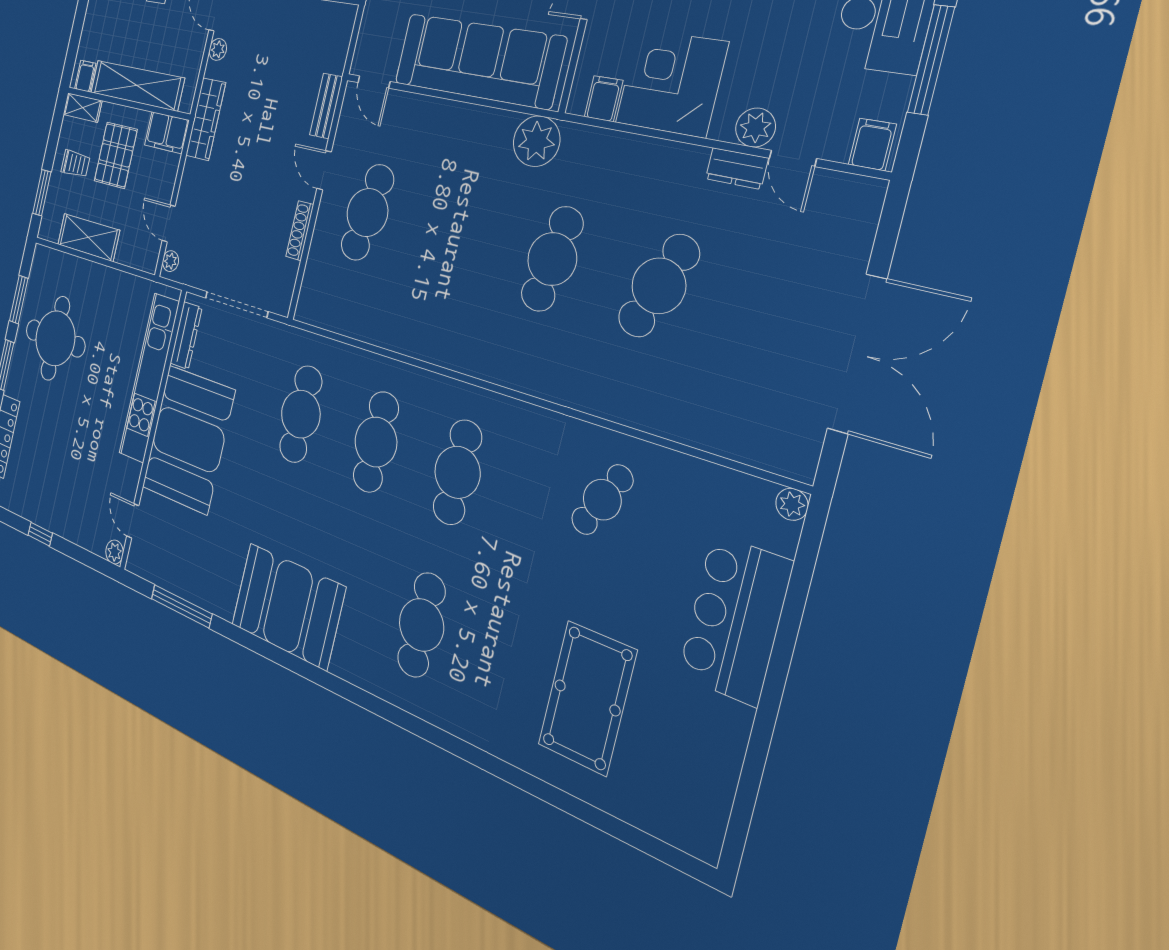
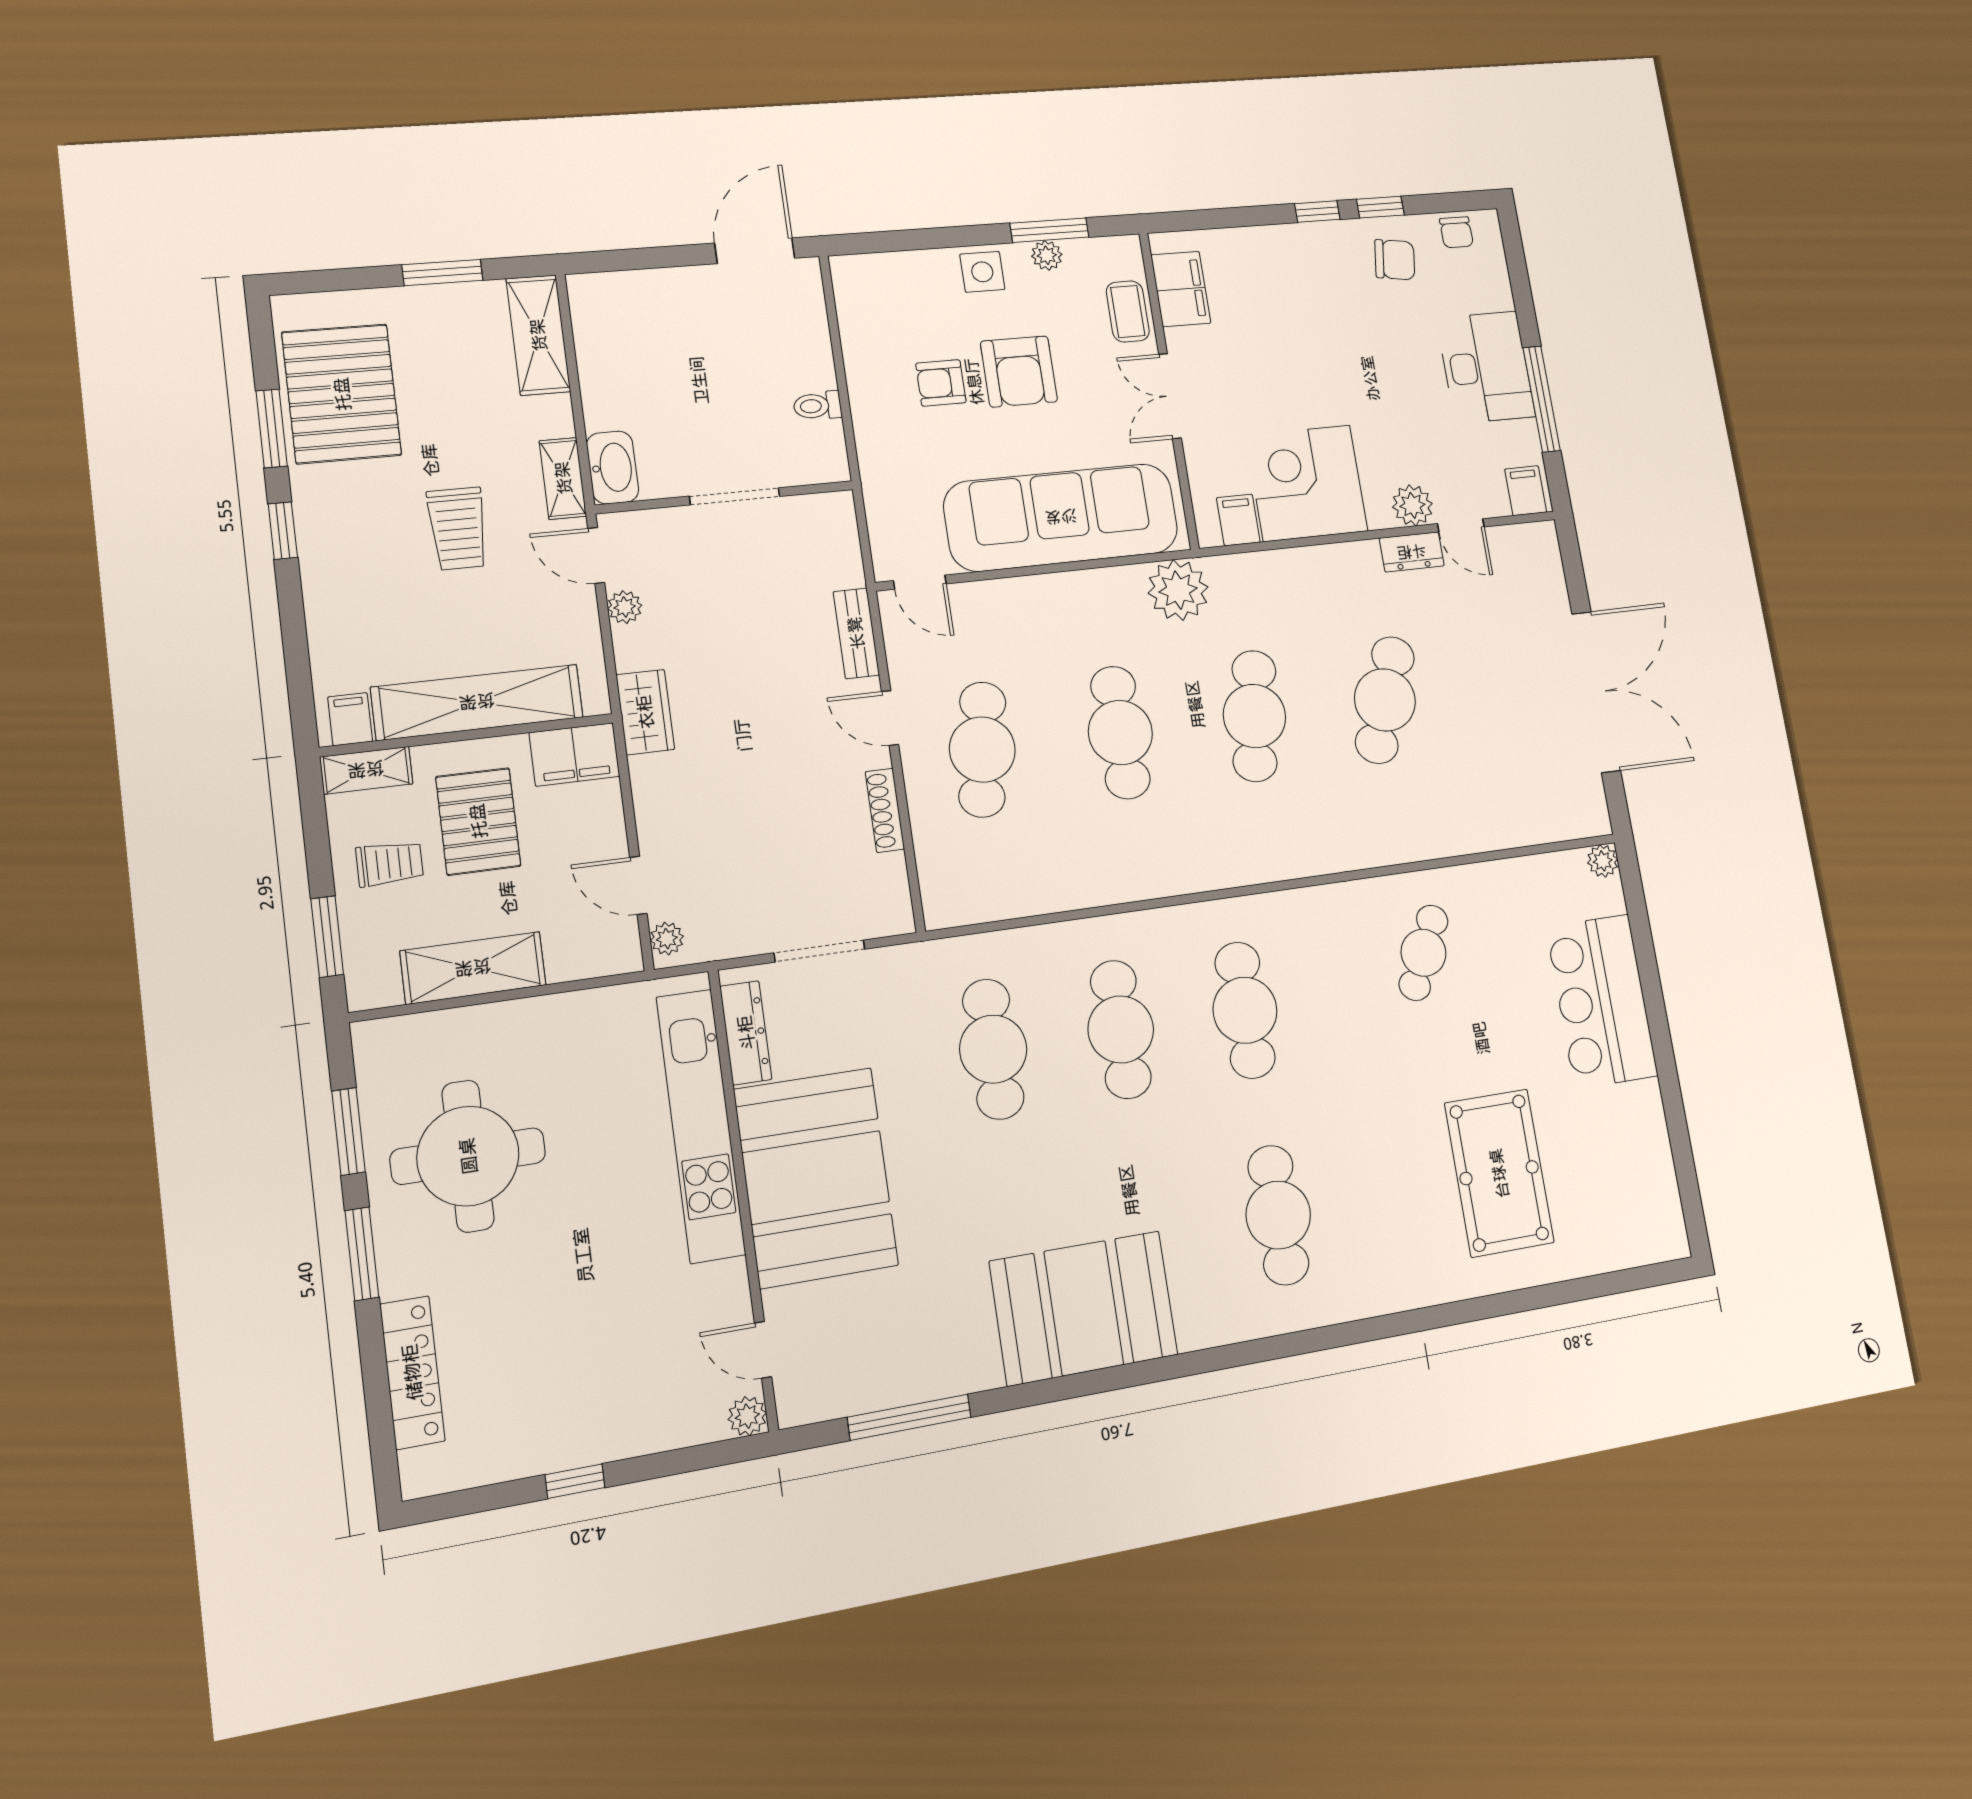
wardrobe: (206, 119) -> (645, 712), width x0.67
cafe table: (455, 235) -> (1120, 732), added
doorway: (236, 305) -> (820, 951), width x0.73

